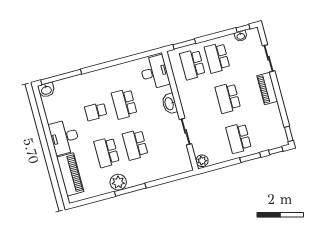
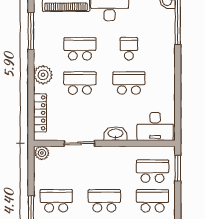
locker: (169, 171) -> (40, 113), added
plant: (118, 182) -> (43, 75), moved
window: (130, 190) -> (31, 31), moved

